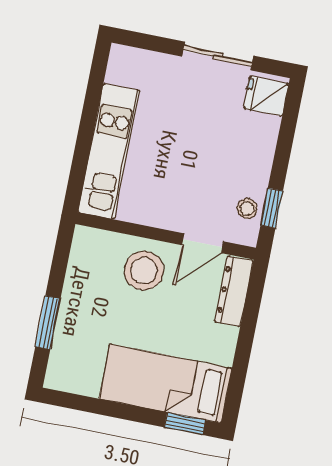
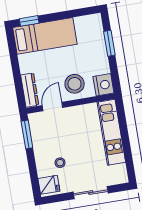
sliding door: (218, 56) -> (91, 193), moved
stool: (247, 208) -> (60, 163), moved
window: (272, 208) -> (27, 135), width x1.50
nightstand: (89, 248) -> (103, 85), added

